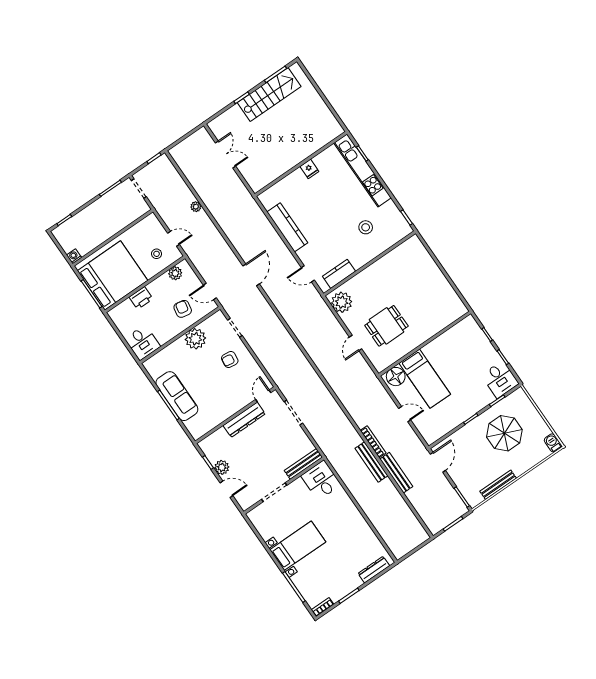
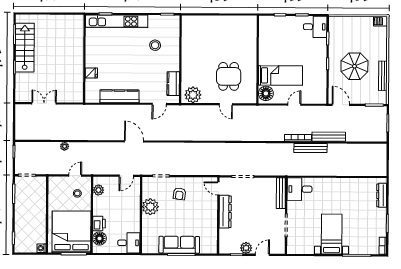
fridge: (309, 169) -> (91, 73), moved
floor lamp: (126, 309) -> (100, 238), added
armchair: (183, 309) -> (125, 201), removed
parasol: (504, 433) -> (354, 66), moved

